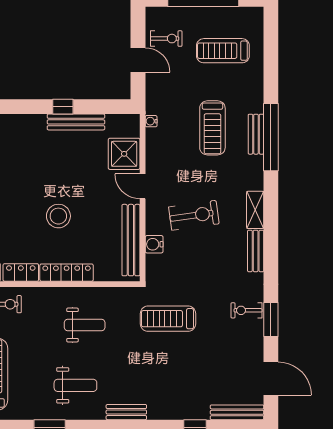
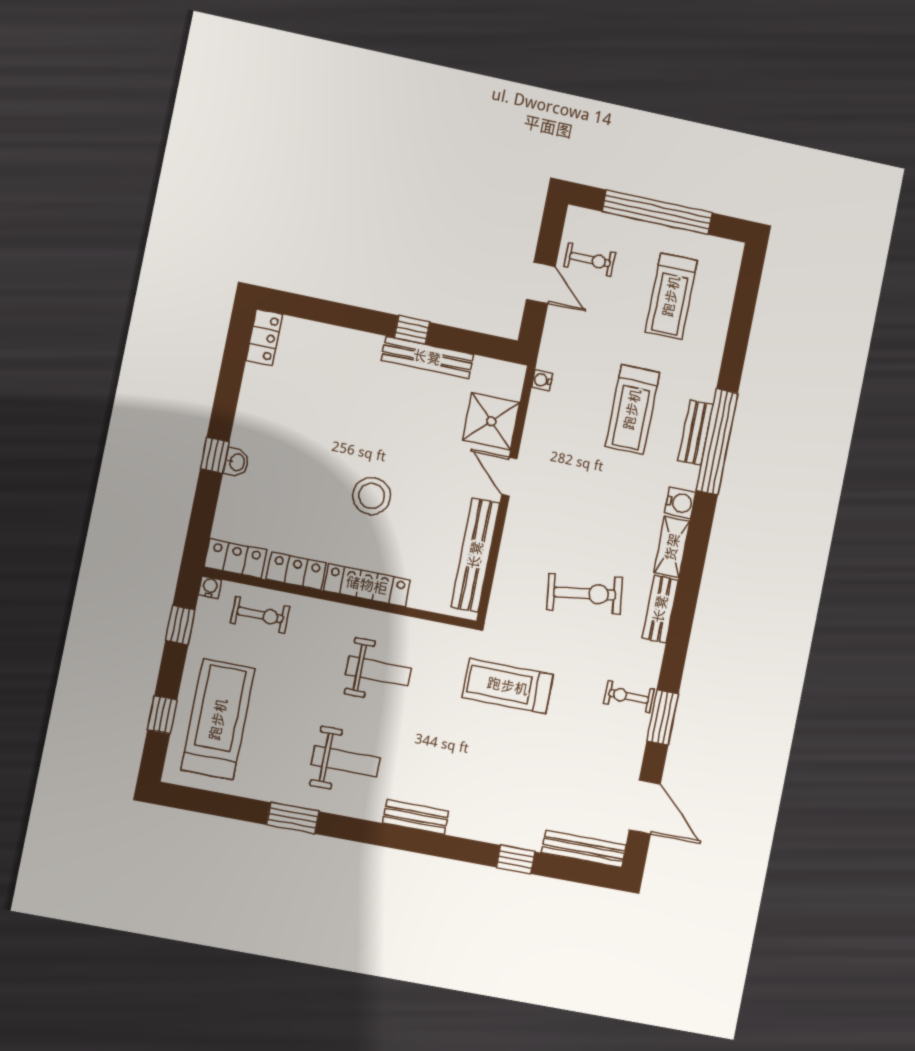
treadmill: (223, 51) -> (671, 296), turned -90
exercise bike: (194, 215) -> (585, 594), moved
water cooler: (154, 244) -> (680, 503), moved, turned 180

